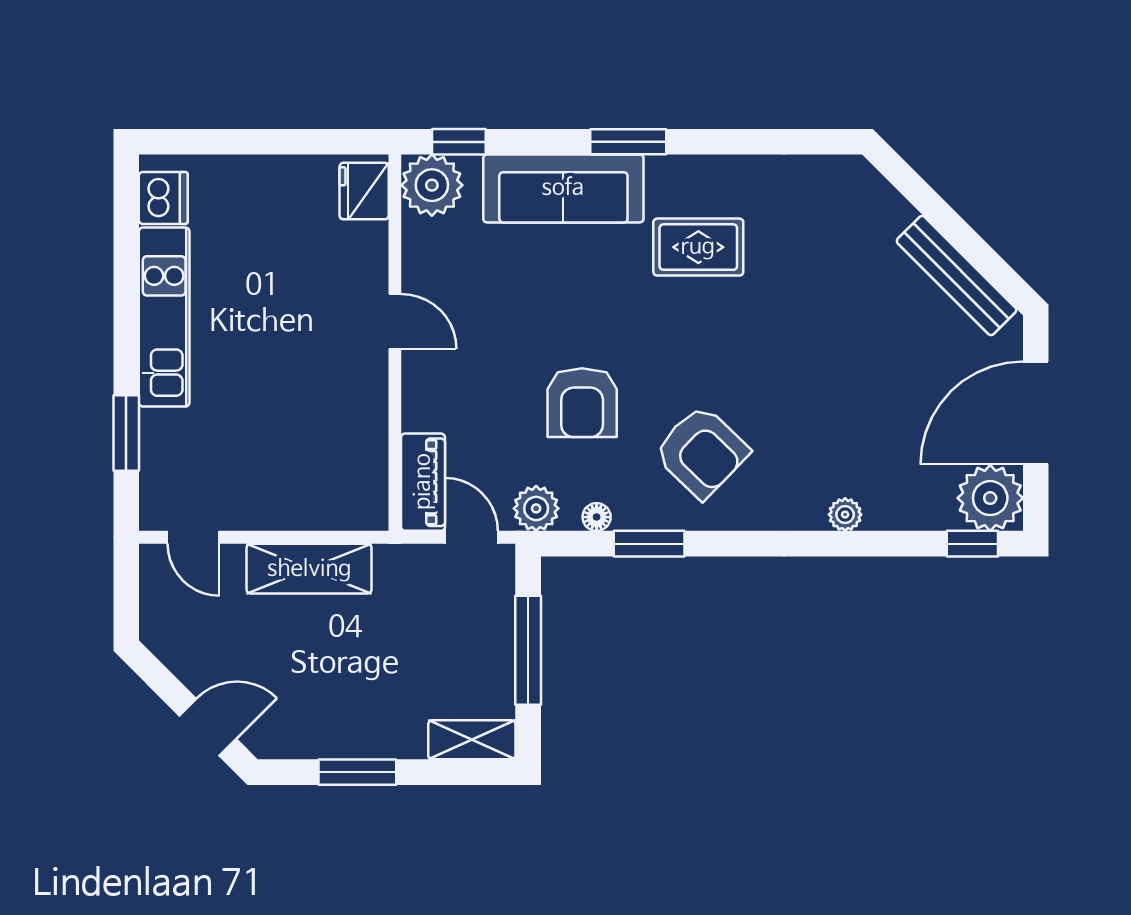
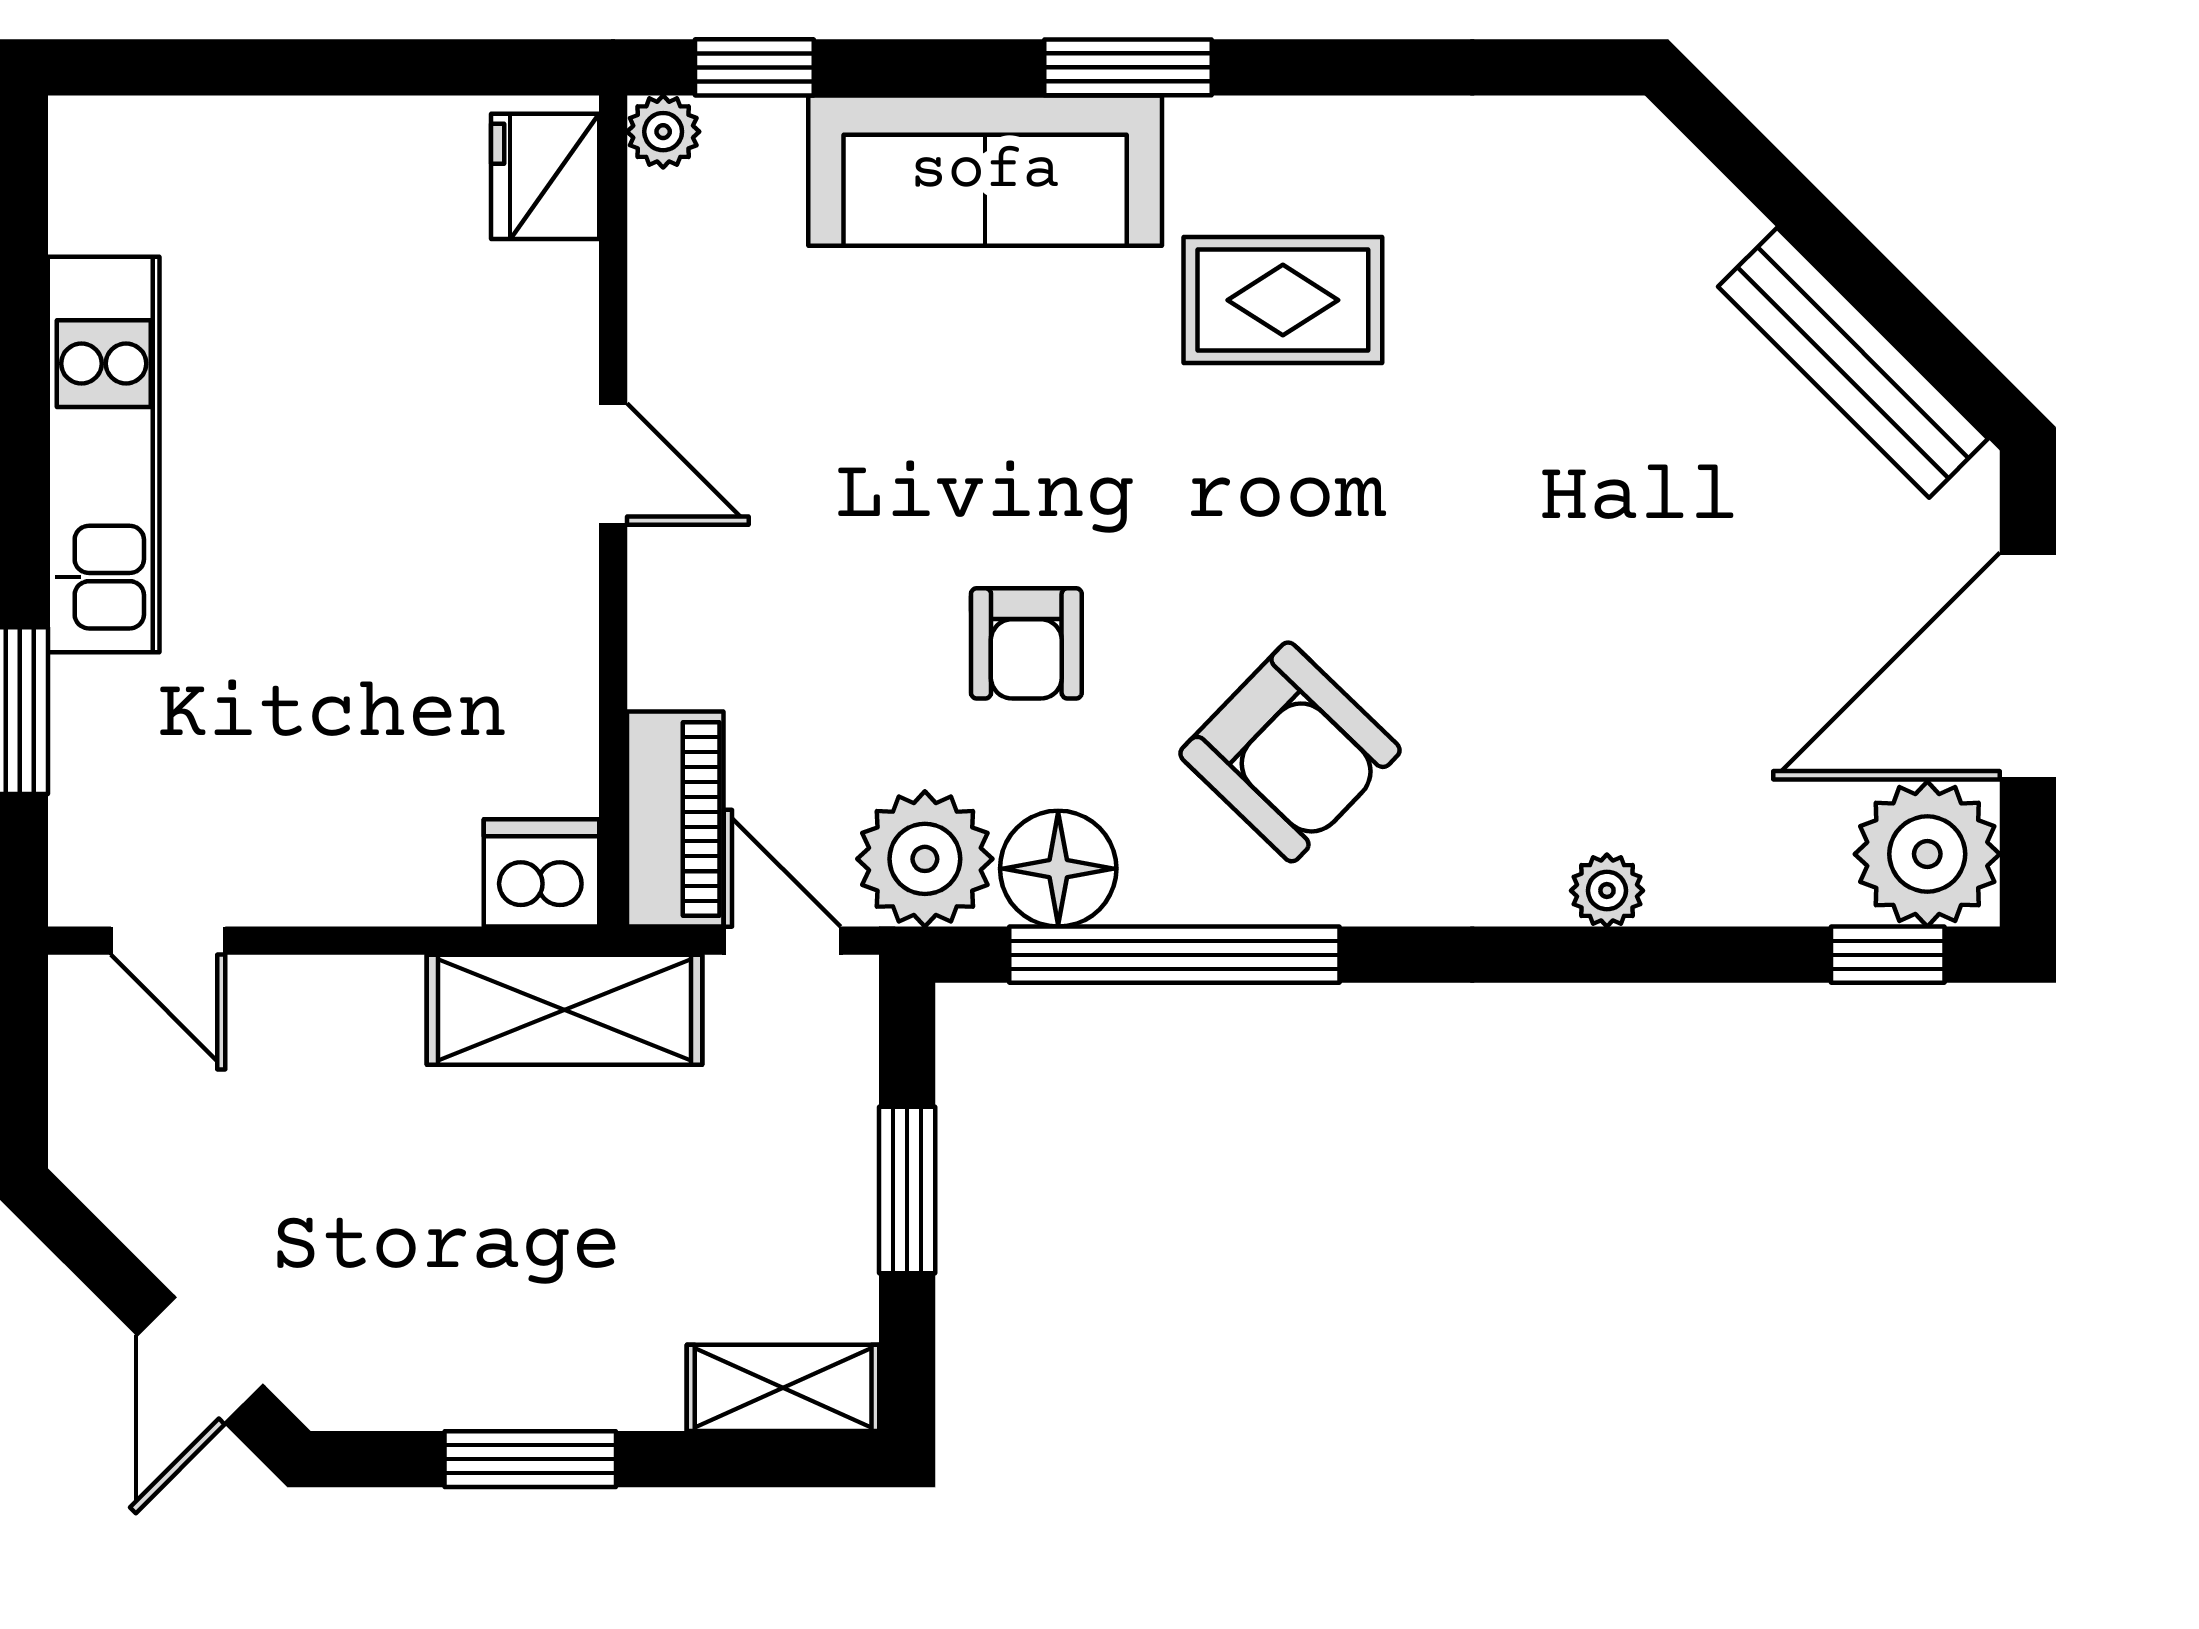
plant: (432, 185) -> (663, 132), width x0.53, depth x0.53
dishwasher: (163, 198) -> (541, 873), moved, turned -90
armchair: (582, 403) -> (1026, 643), width x0.72, depth x0.72
plant: (536, 508) -> (925, 859), width x1.36, depth x1.36
floor lamp: (597, 517) -> (1058, 869), width x1.89, depth x1.89
window: (649, 544) -> (1174, 955), width x2.11
shelving: (309, 569) -> (565, 1010), moved
window: (528, 650) -> (907, 1190), width x0.69
door: (208, 727) -> (200, 1360), swing flipped

